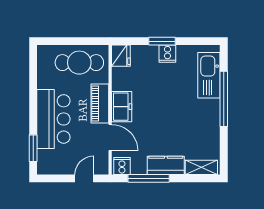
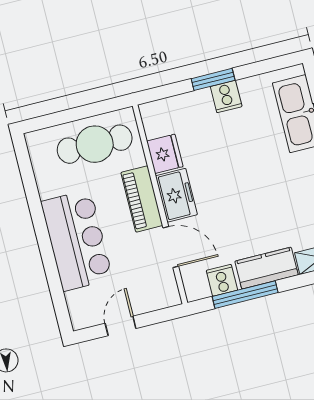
fridge: (121, 56) -> (165, 154), moved
window: (33, 148) -> (57, 293), removed
cooker: (122, 166) -> (222, 280), moved
door: (84, 178) -> (121, 326), moved

